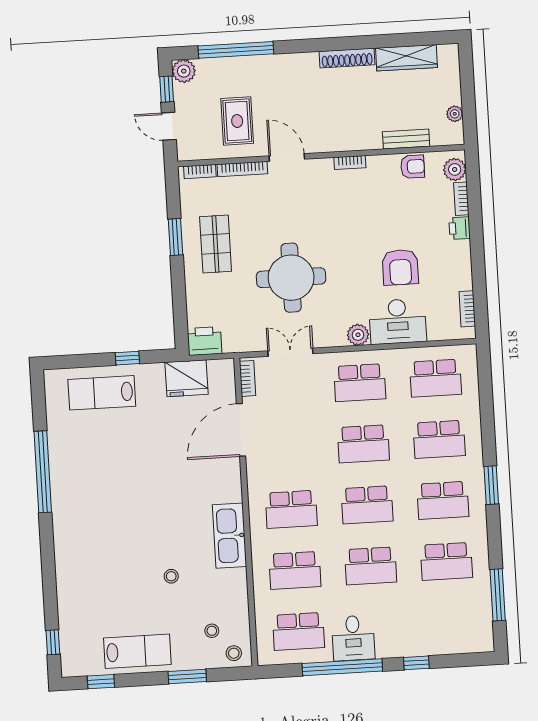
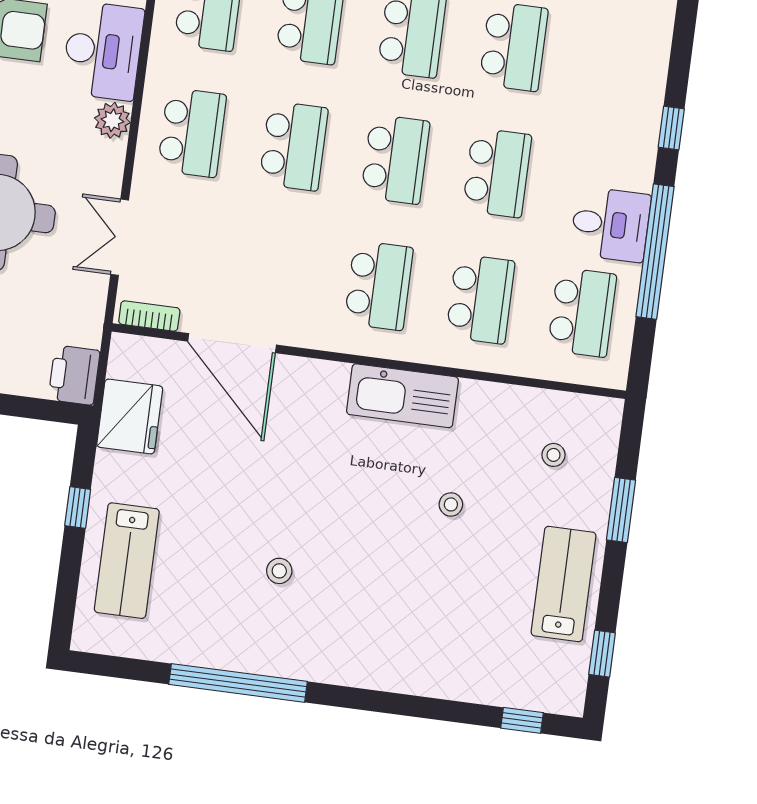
stool: (234, 653) -> (279, 571), moved

